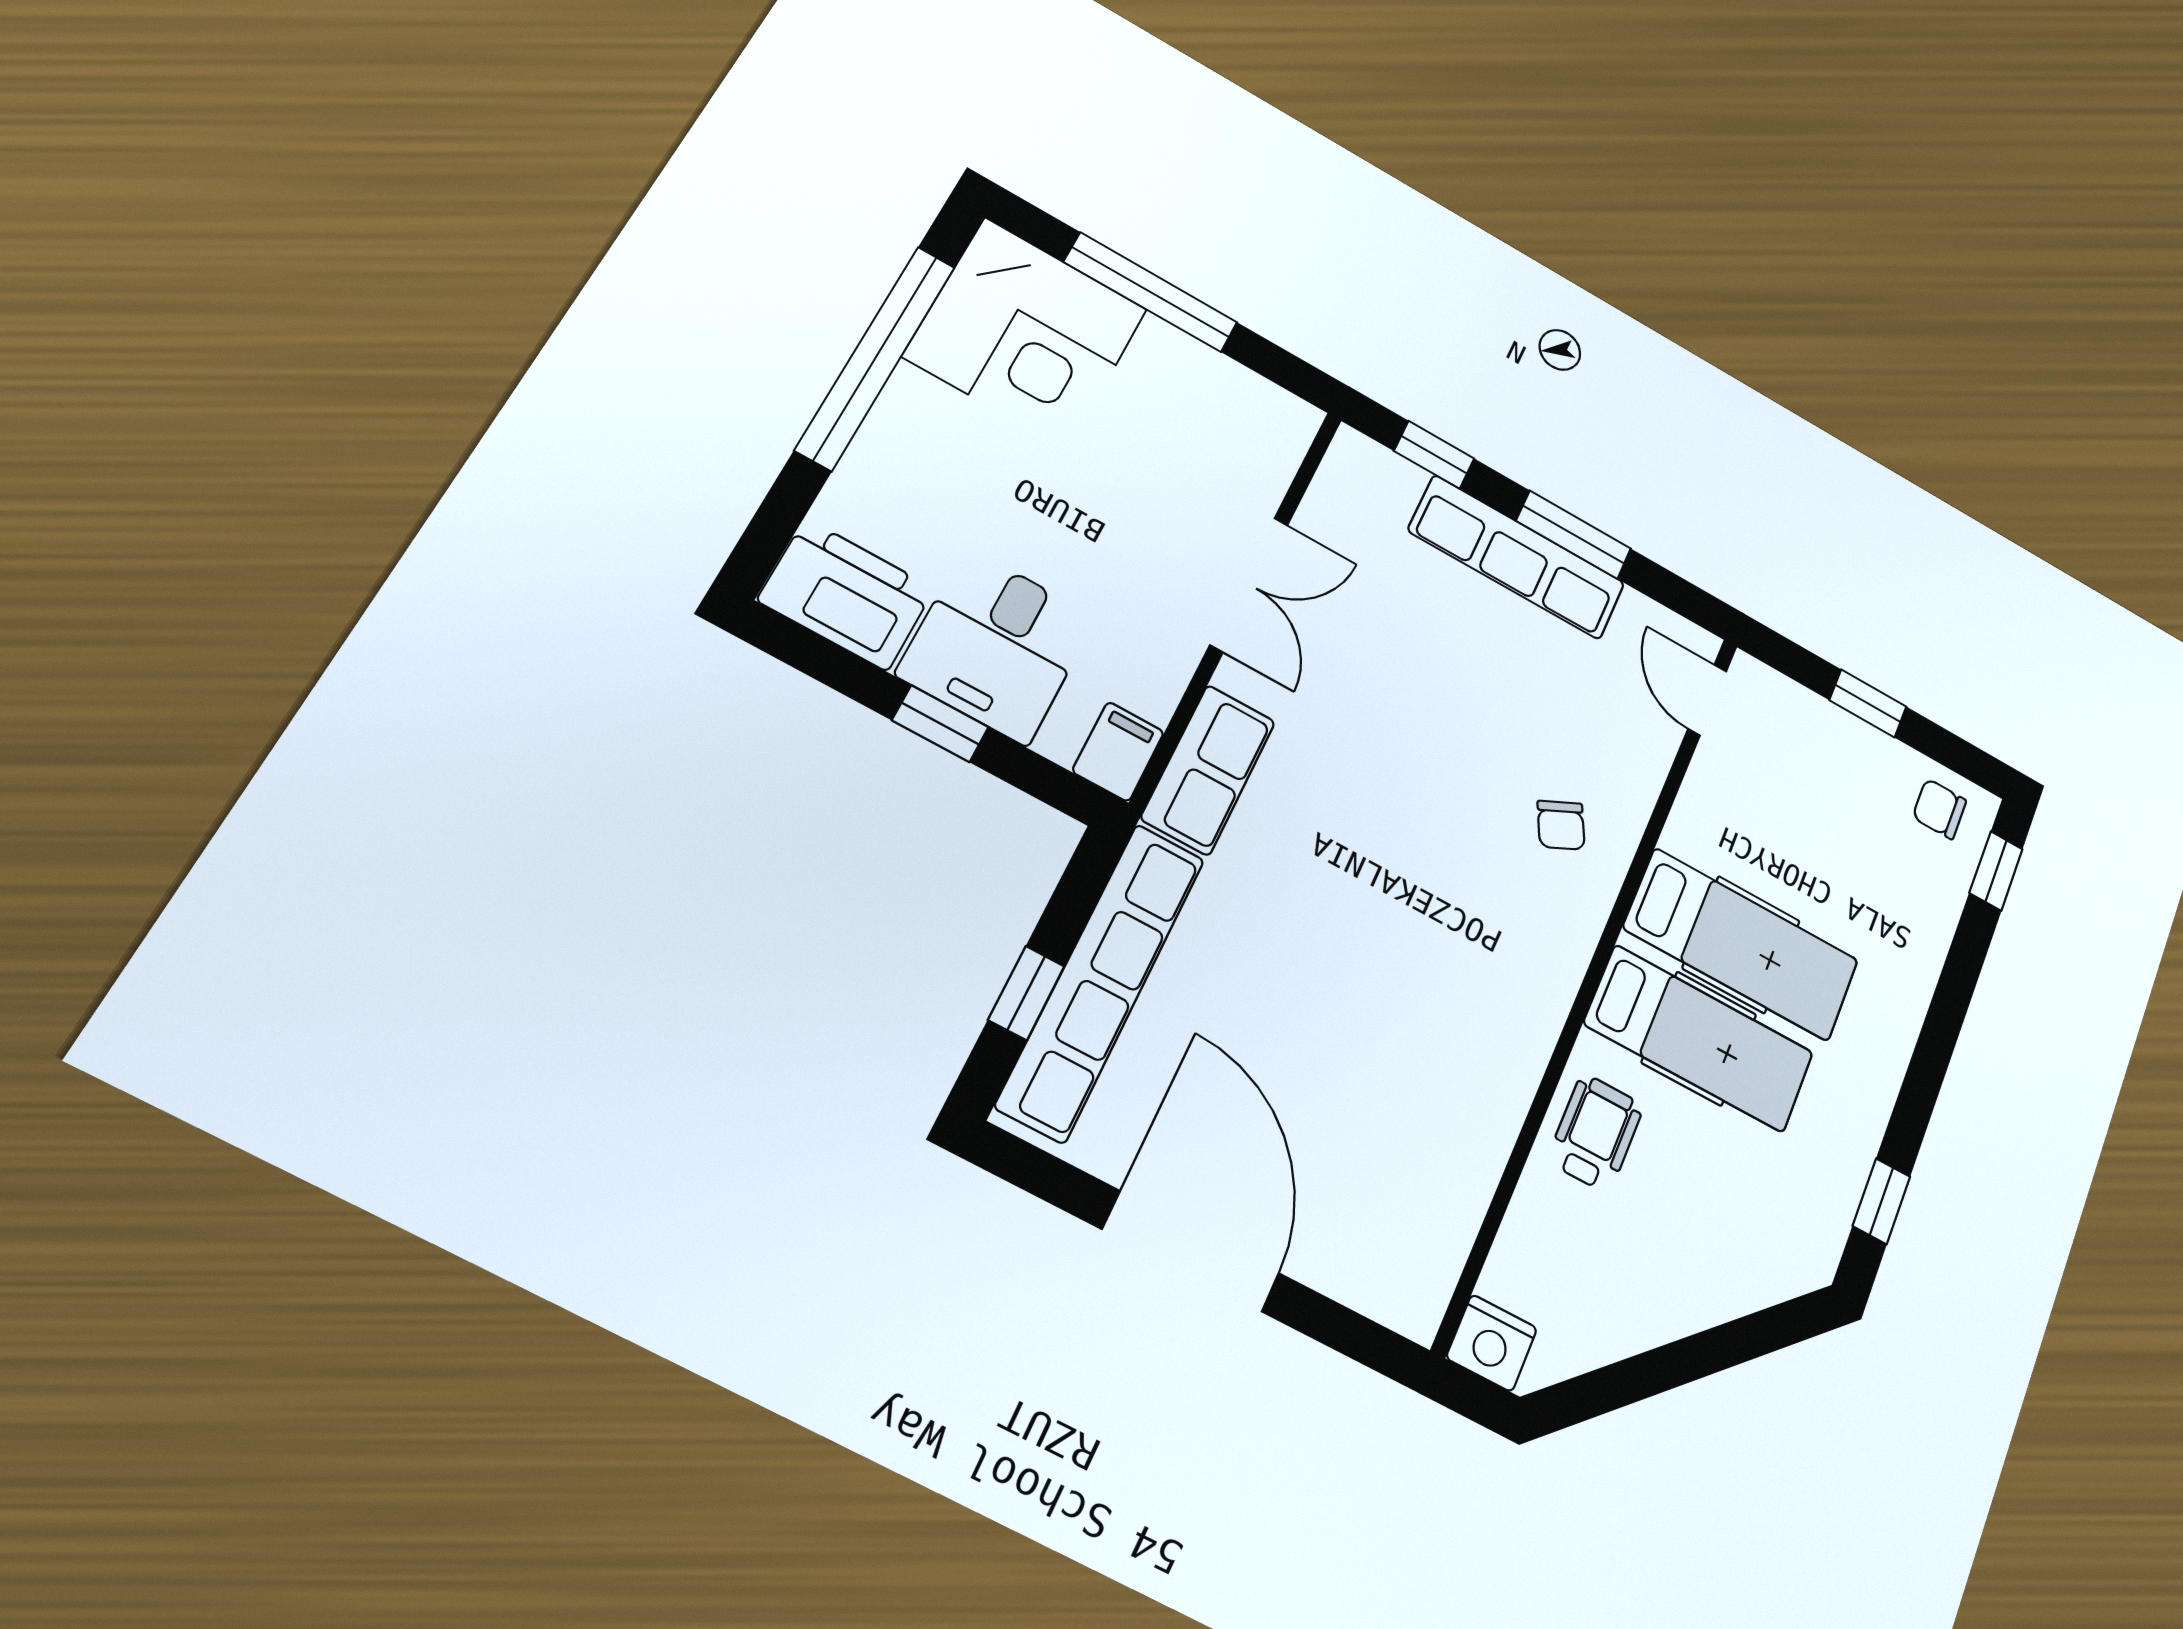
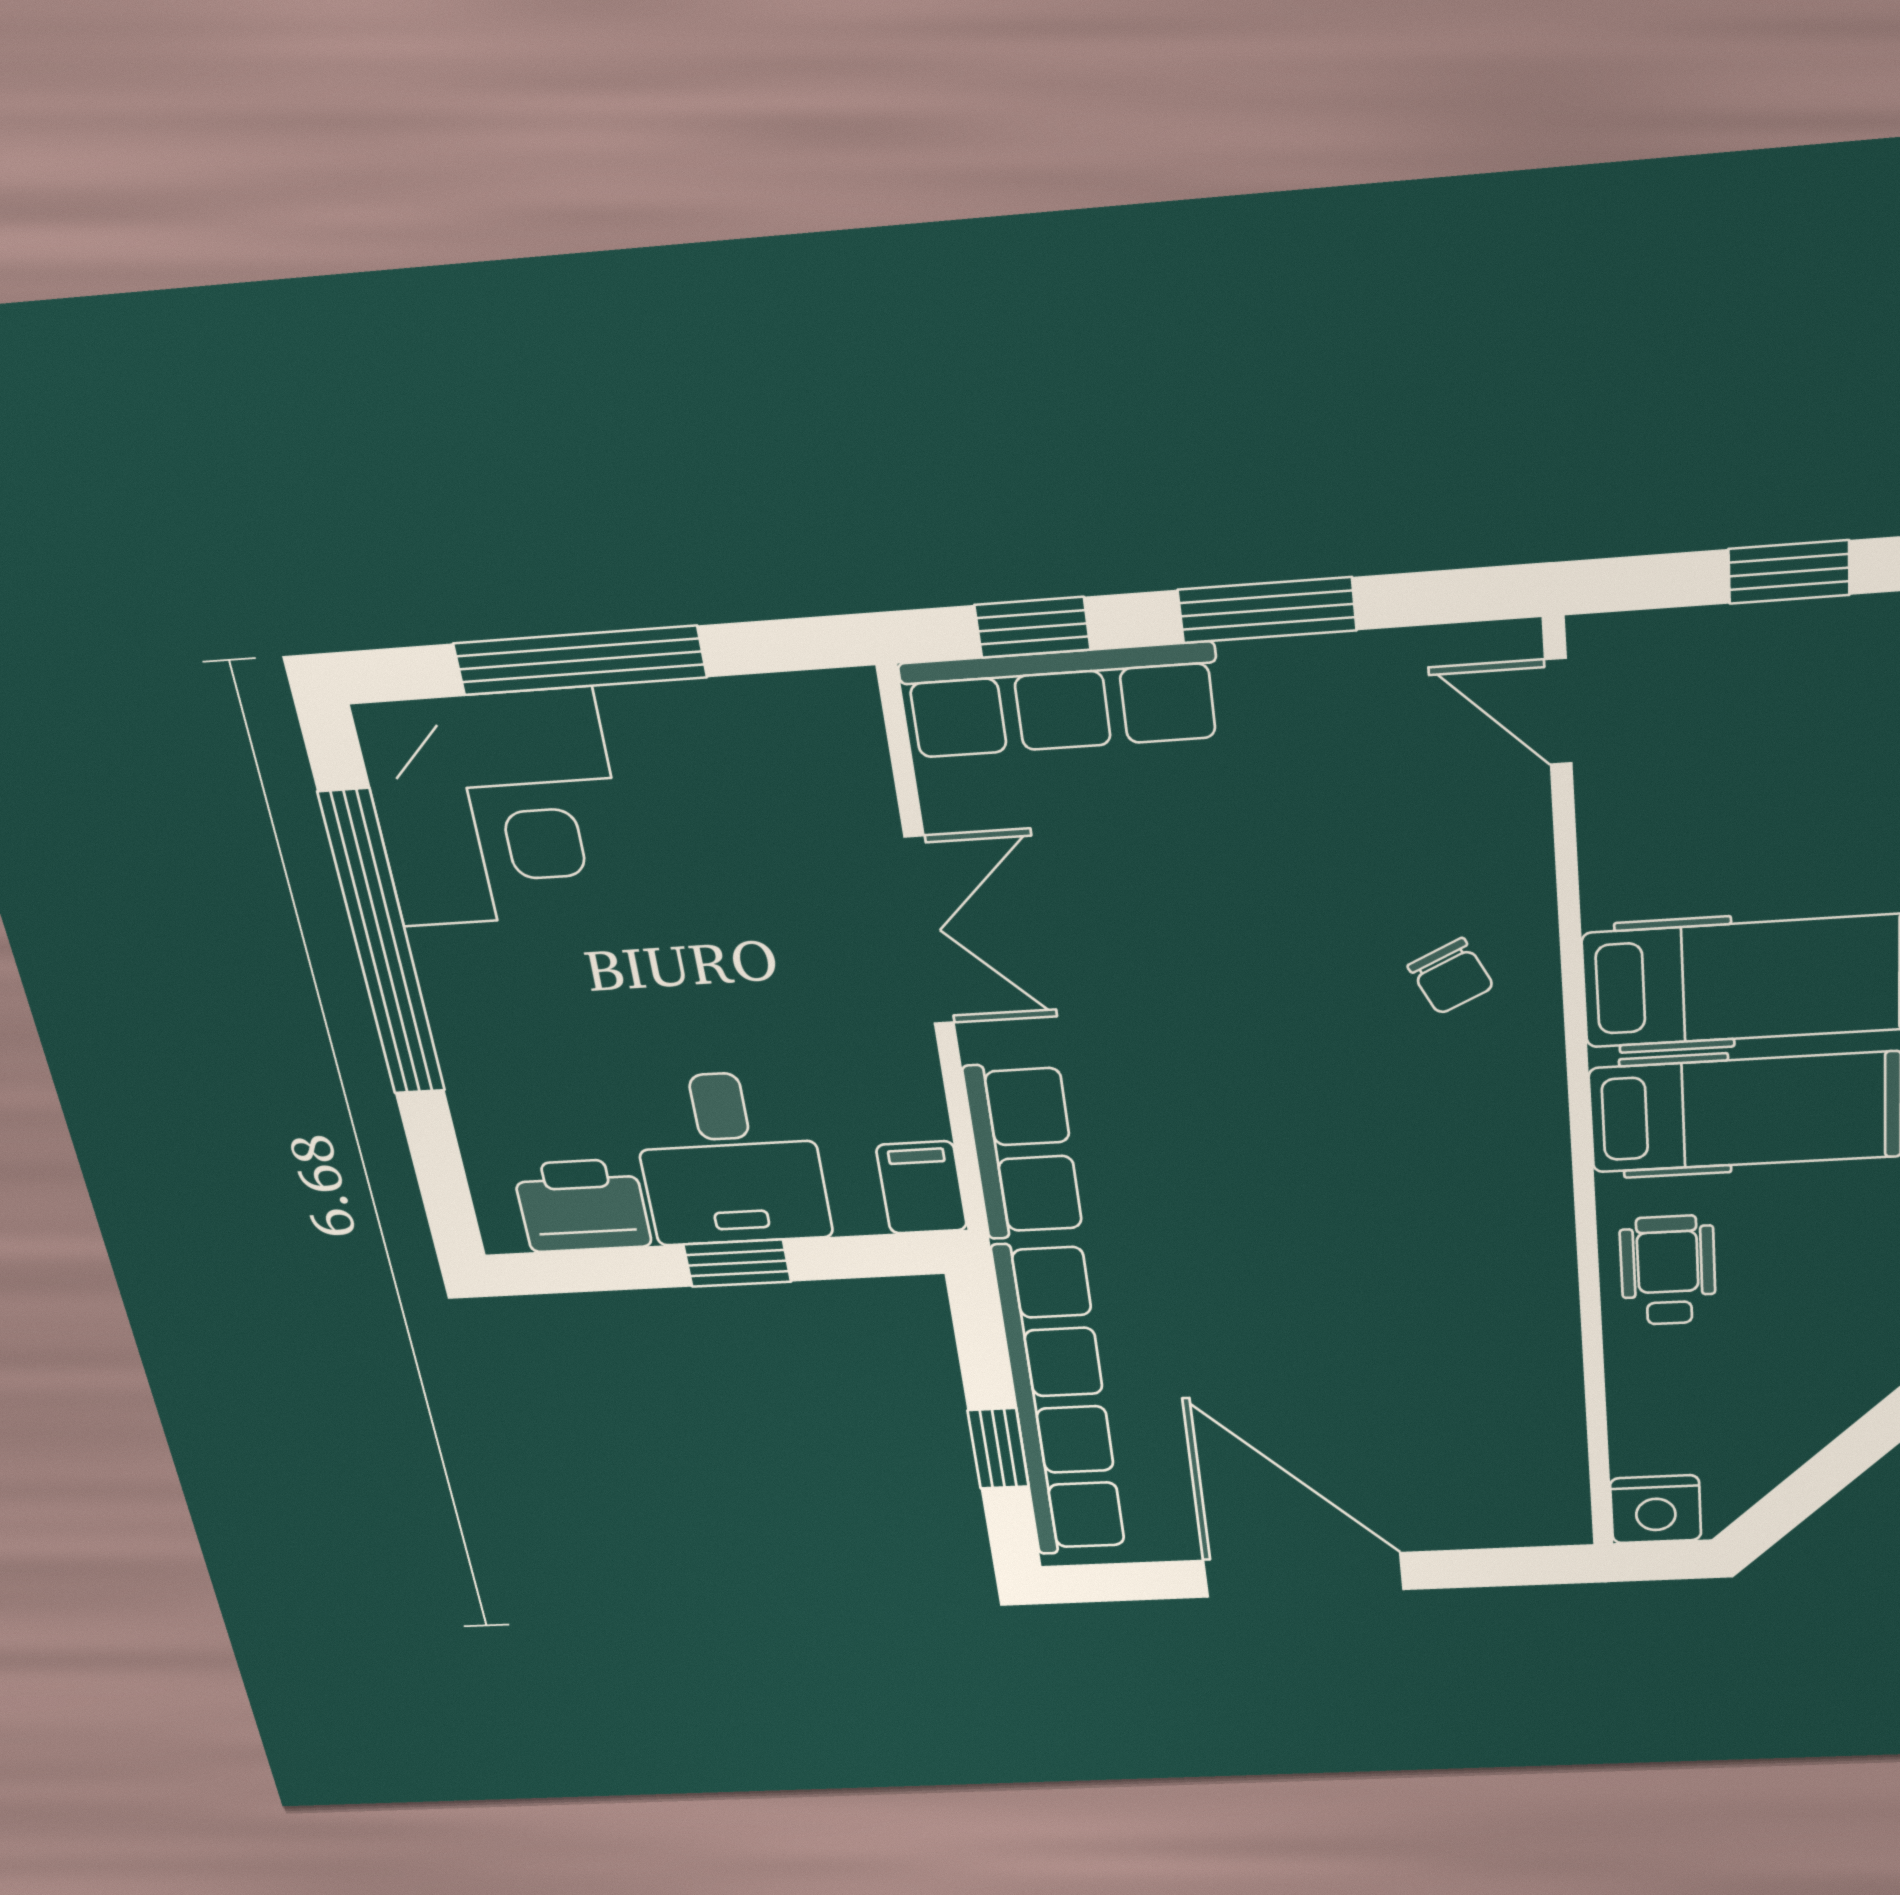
row of seats: (1517, 557) -> (1061, 700), moved
printer: (846, 595) -> (582, 1206), width x0.73, depth x0.84

